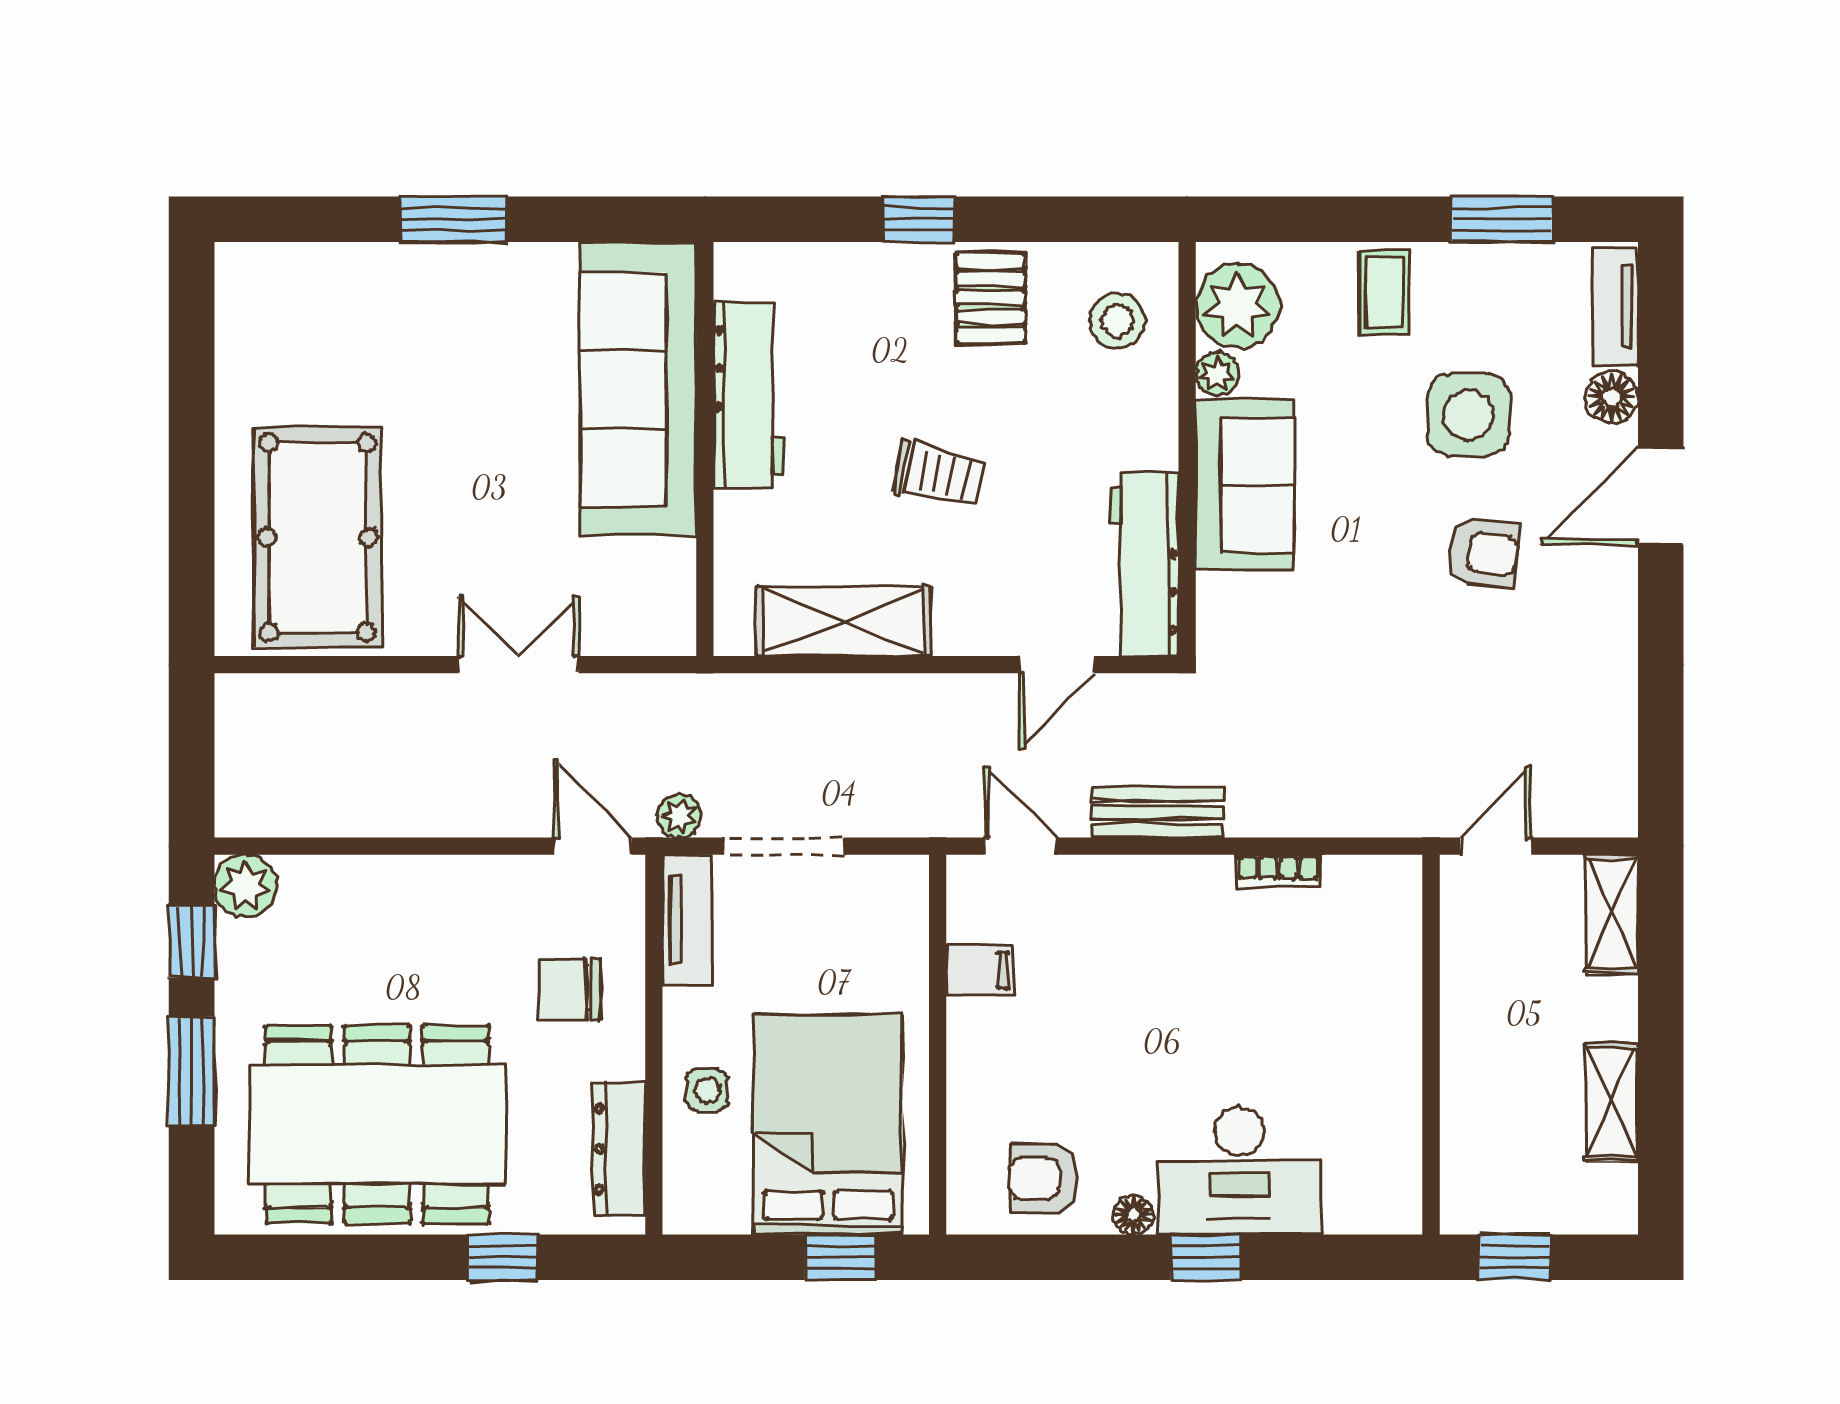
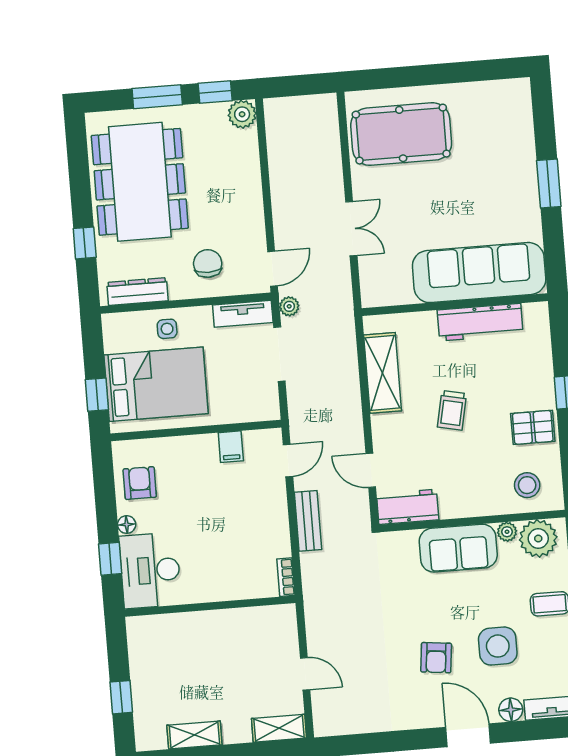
workbench: (1144, 564) -> (408, 507), width x0.73
wall: (1431, 1045) -> (210, 606), moved

